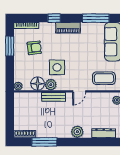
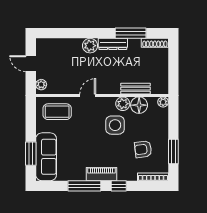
window: (96, 18) -> (84, 186), moved
bench: (54, 97) -> (136, 89), moved
dresser: (104, 133) -> (113, 44), moved

